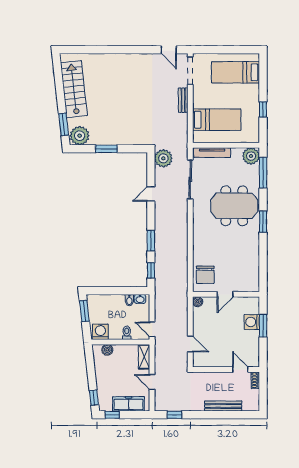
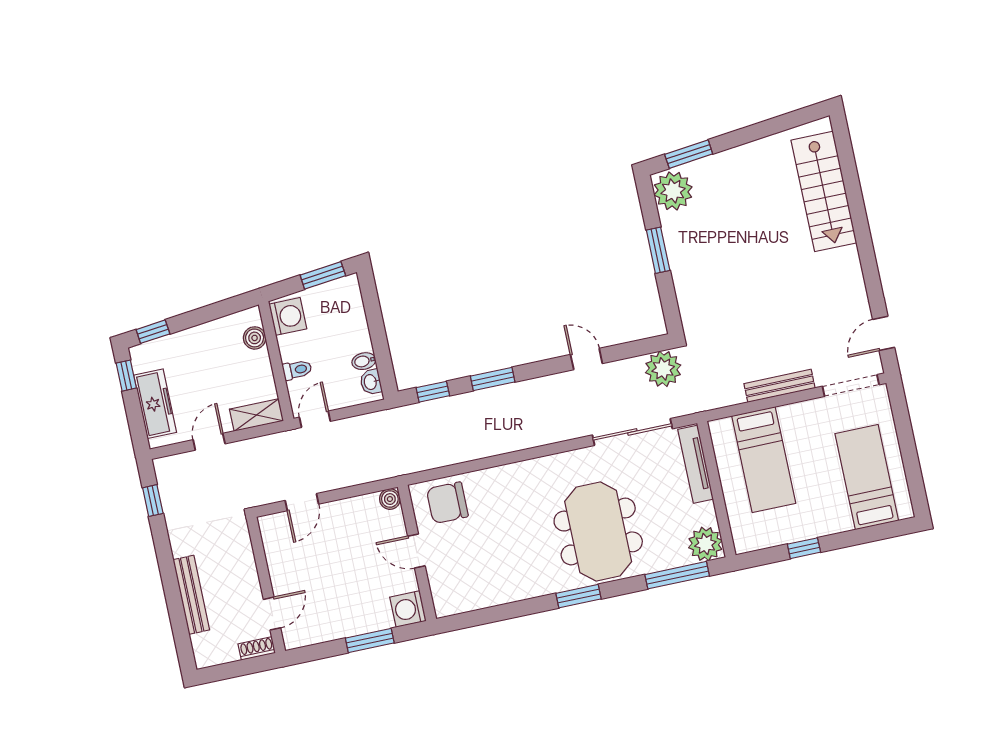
stairs: (74, 89) -> (824, 191), moved, turned 96
bench: (183, 100) -> (779, 386), width x1.36
washing machine: (252, 322) -> (408, 609), moved, turned -90

